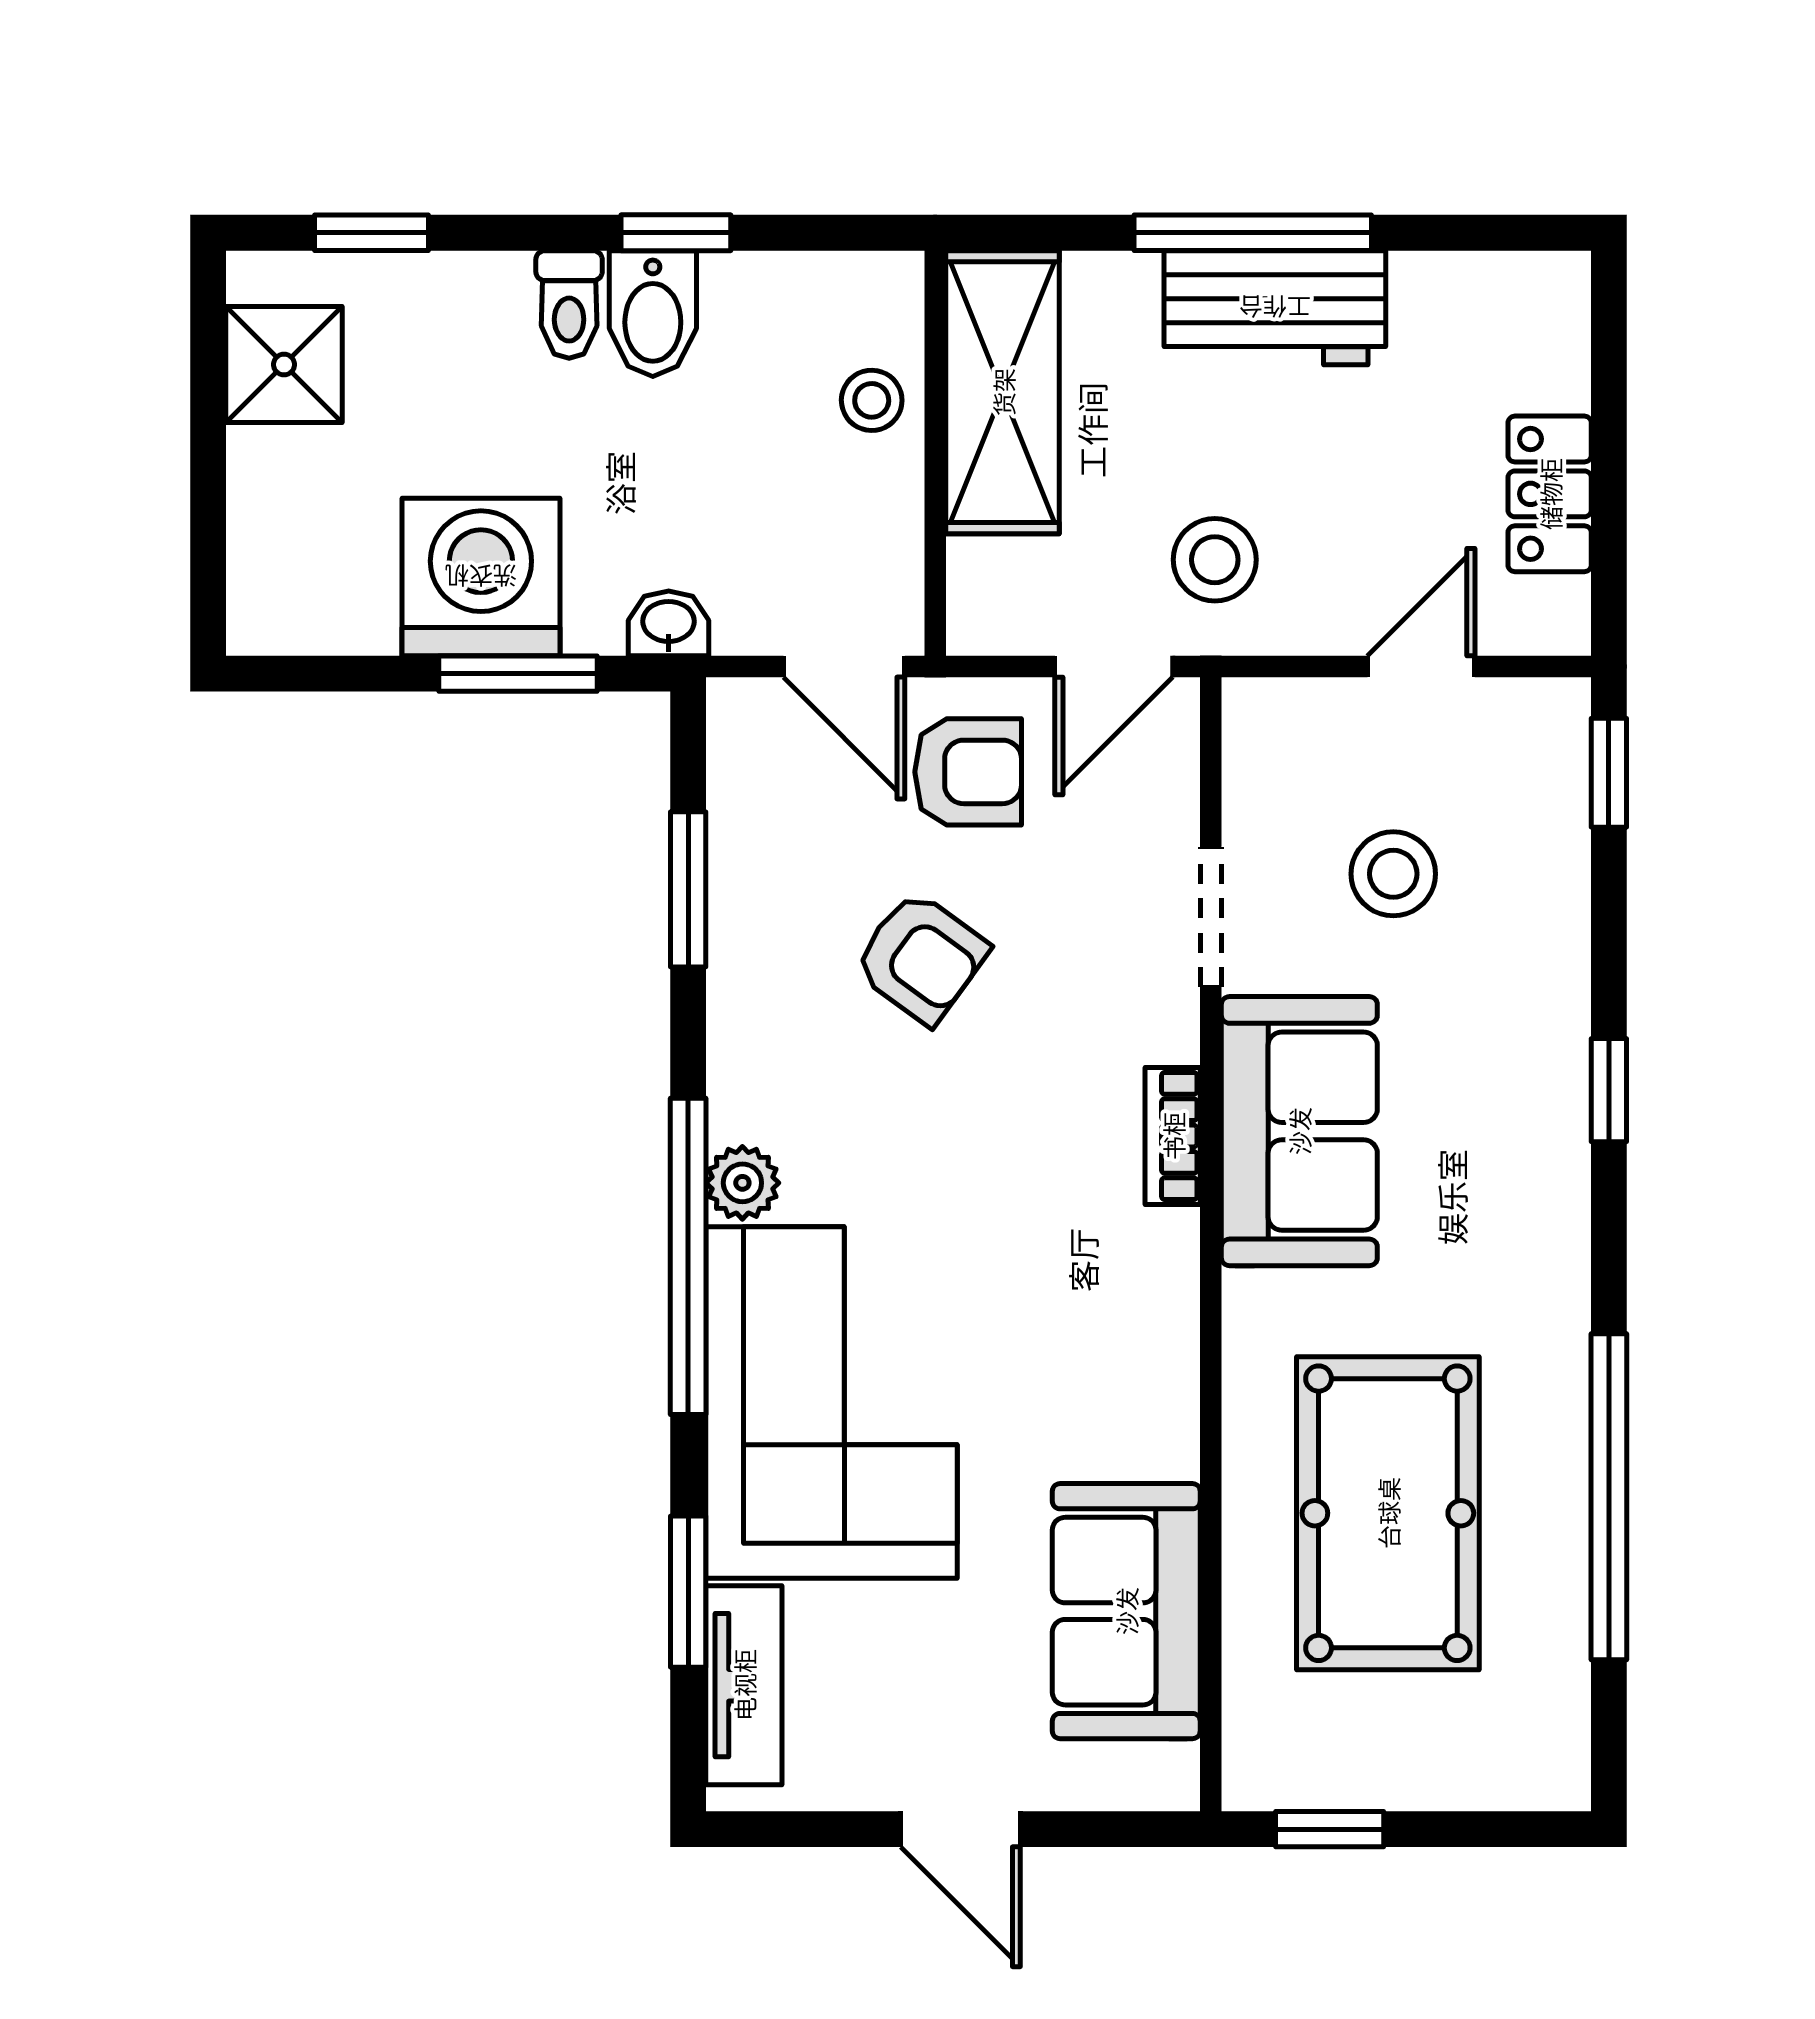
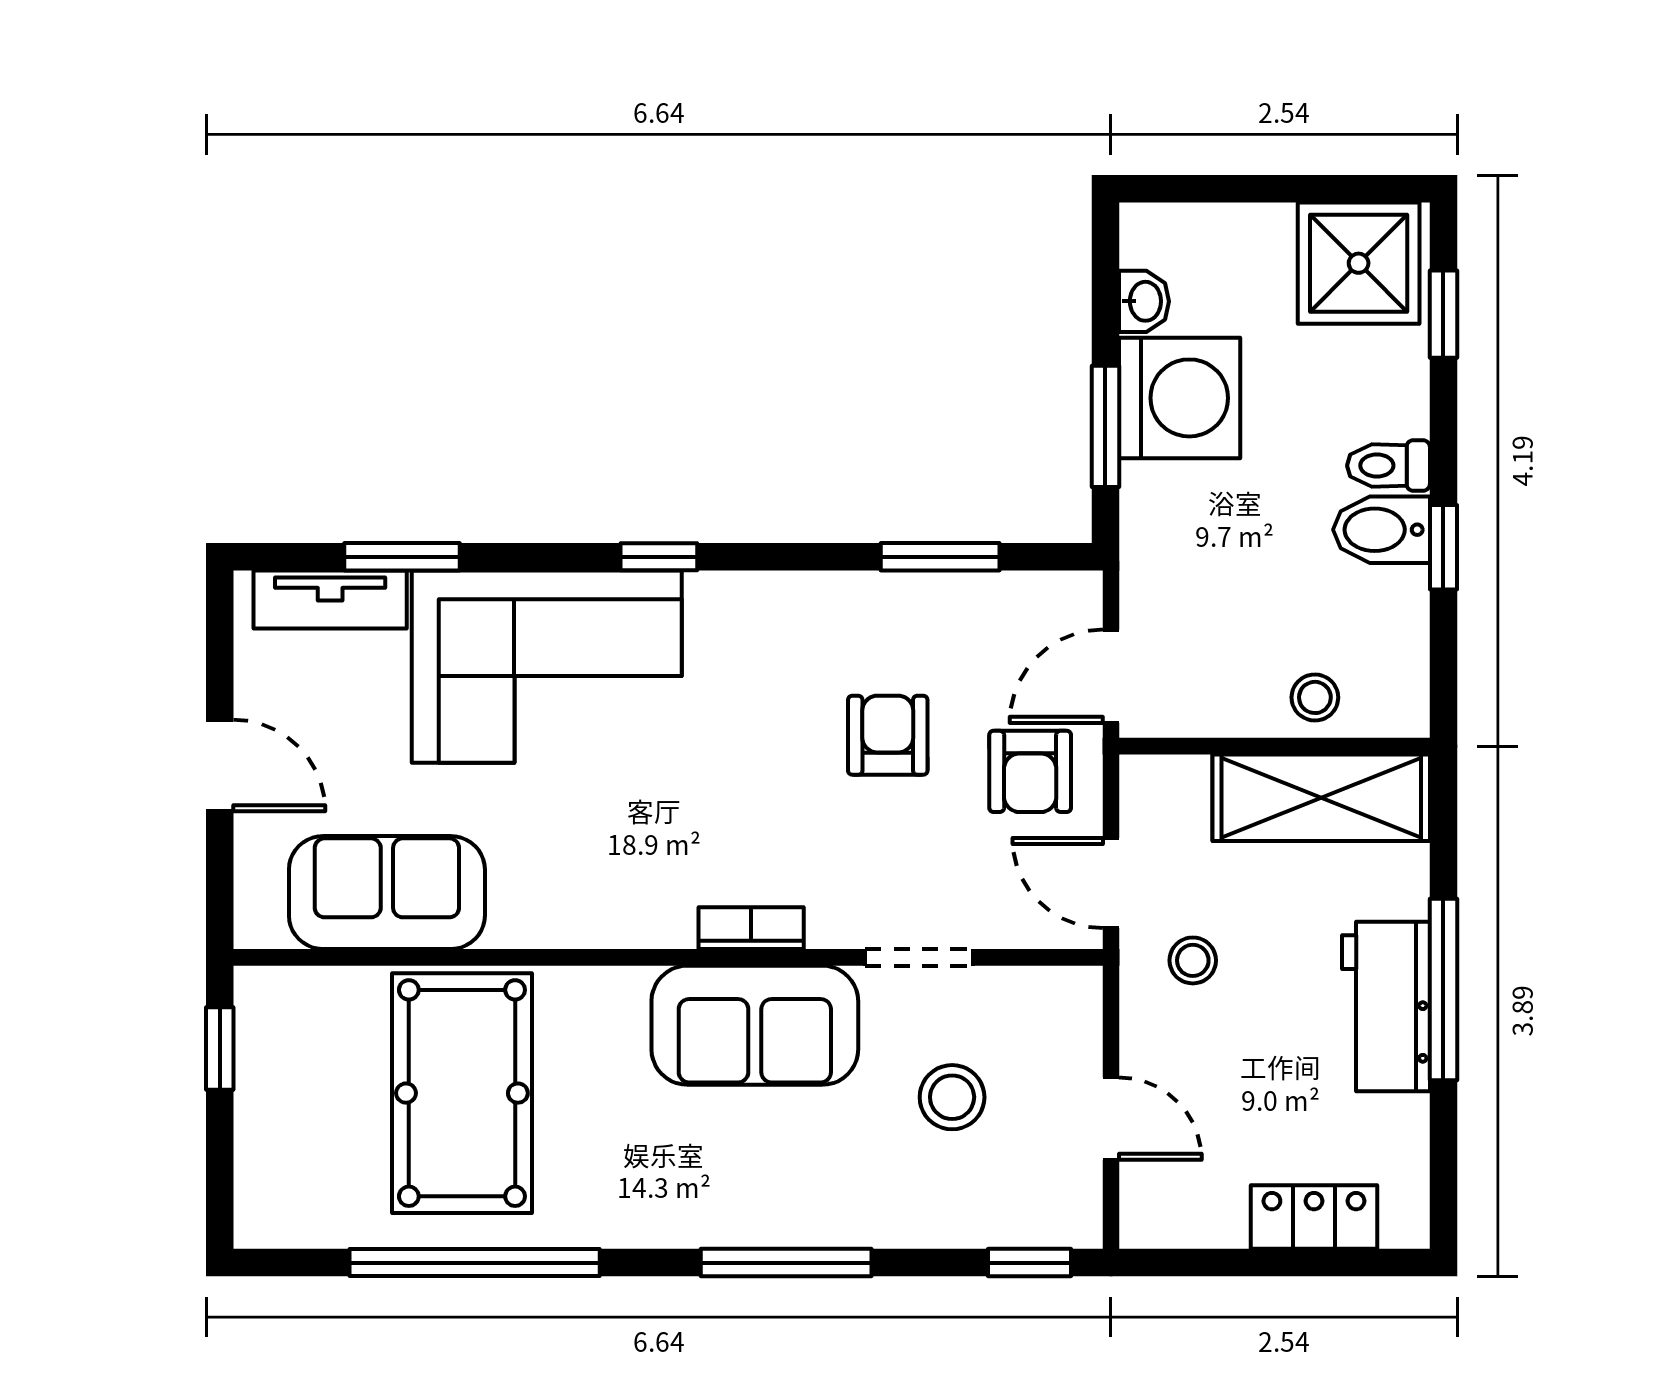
shower: (284, 365) -> (1359, 263), width x1.36, depth x1.36
locker: (1550, 494) -> (1314, 1217), moved
stool: (1215, 560) -> (1193, 960), width x0.73, depth x0.73
washbasin: (669, 623) -> (1144, 301), moved
armchair: (921, 958) -> (888, 735), turned 144
window: (1609, 1090) -> (786, 1263), width x2.17
plant: (742, 1183) -> (715, 598), removed
window: (688, 1256) -> (659, 557), width x0.32
pool table: (1388, 1513) -> (462, 1093), turned 90
door: (960, 1829) -> (220, 765), swing flipped

